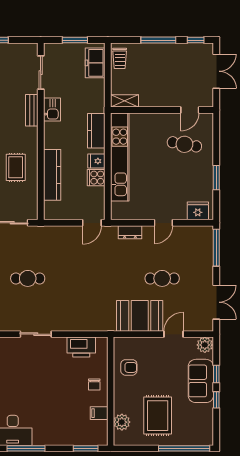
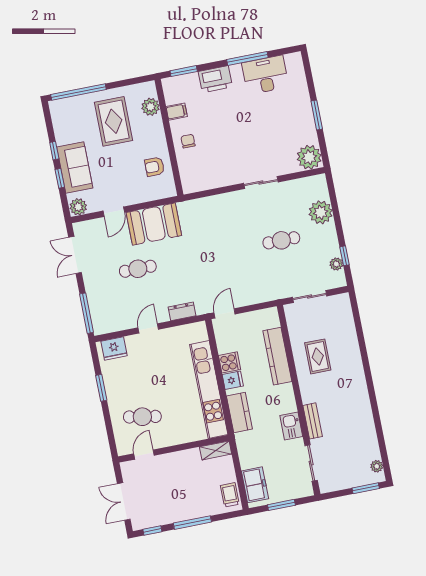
printer: (81, 347) -> (215, 79), moved, turned 180

